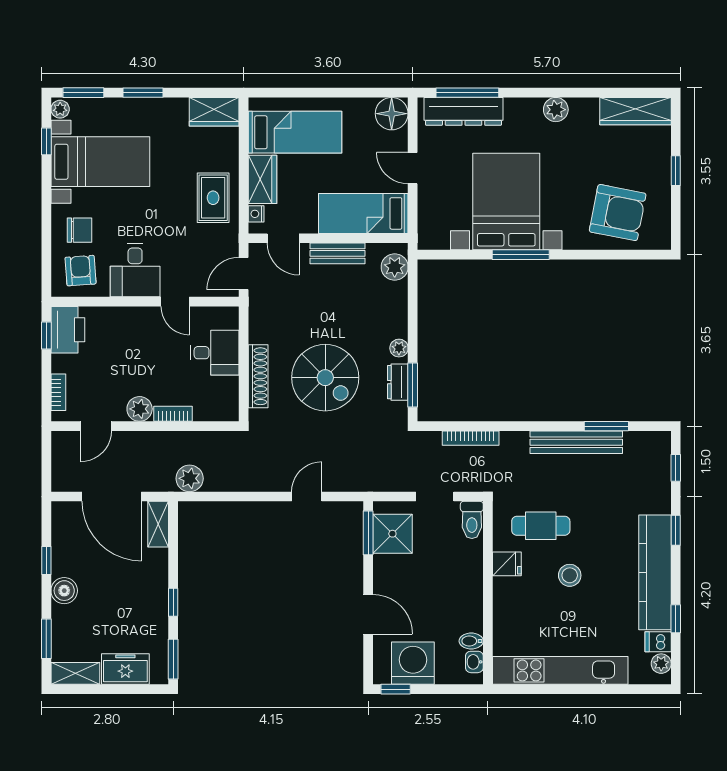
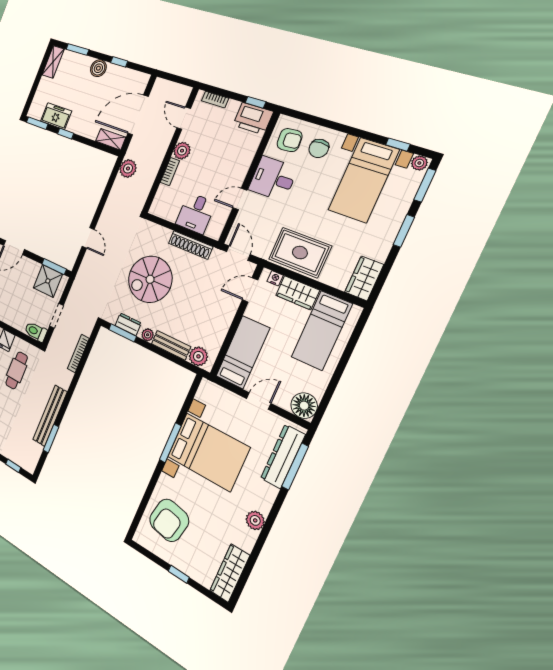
rug: (213, 198) -> (300, 253), width x1.36, depth x1.43
bench: (338, 253) -> (171, 345), moved, turned 90
shoe rack: (258, 376) -> (191, 245), moved
freezer: (125, 669) -> (56, 116), moved, turned -90

